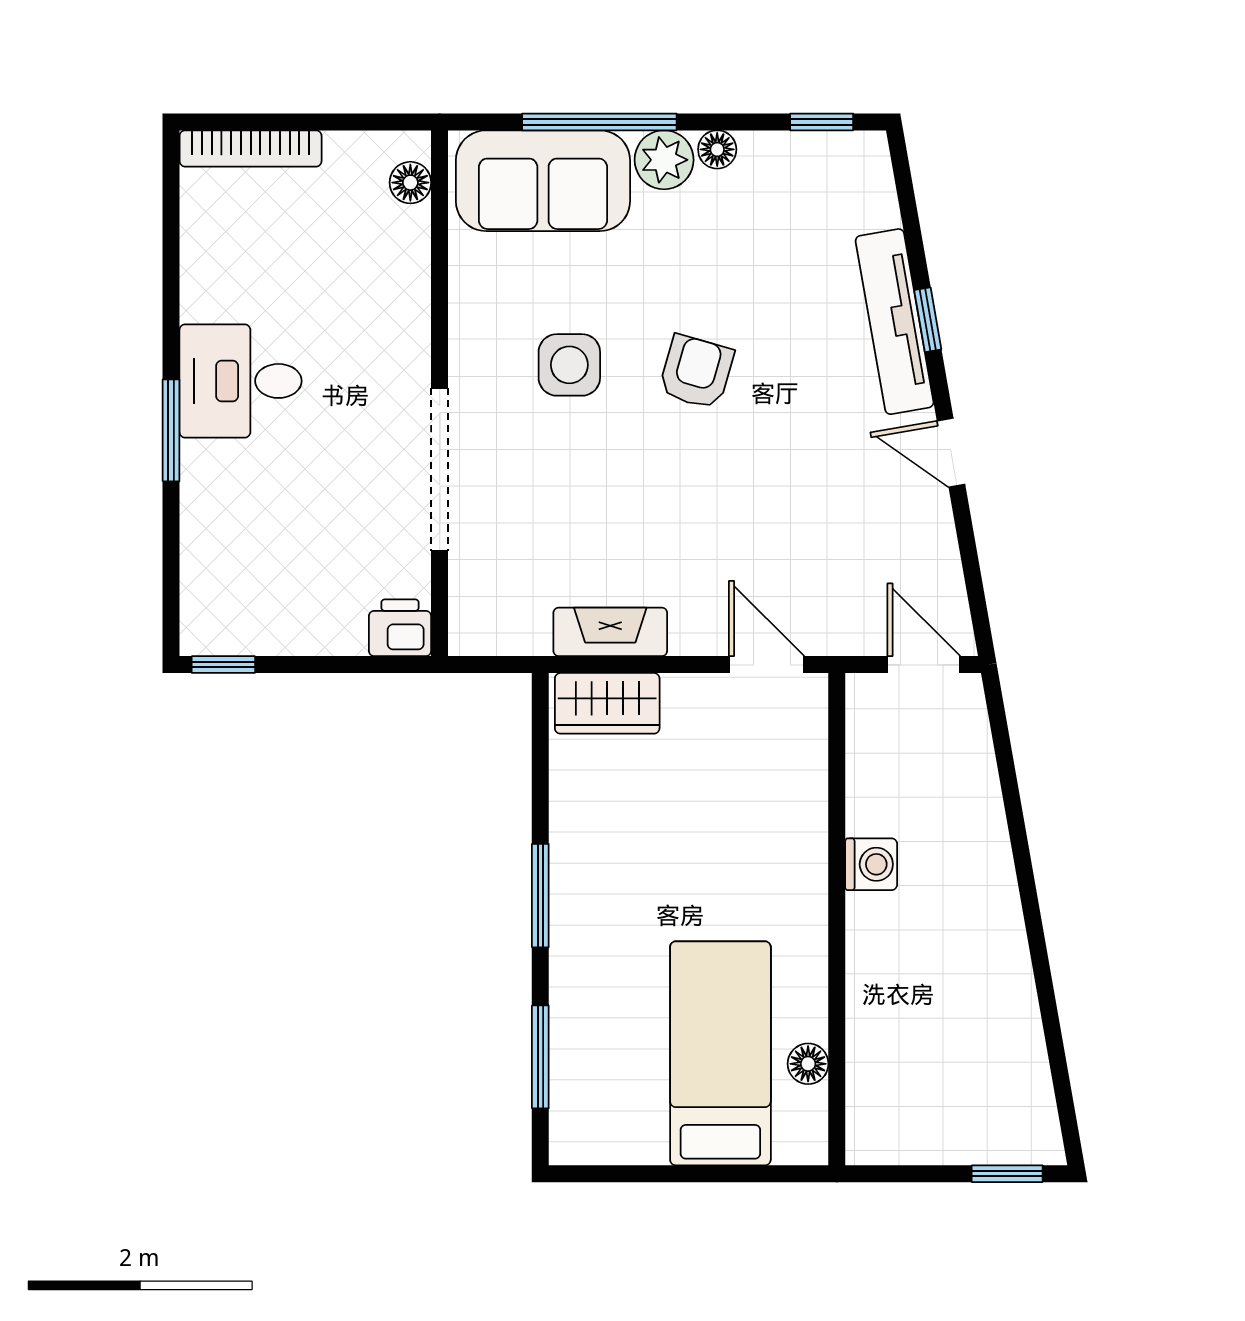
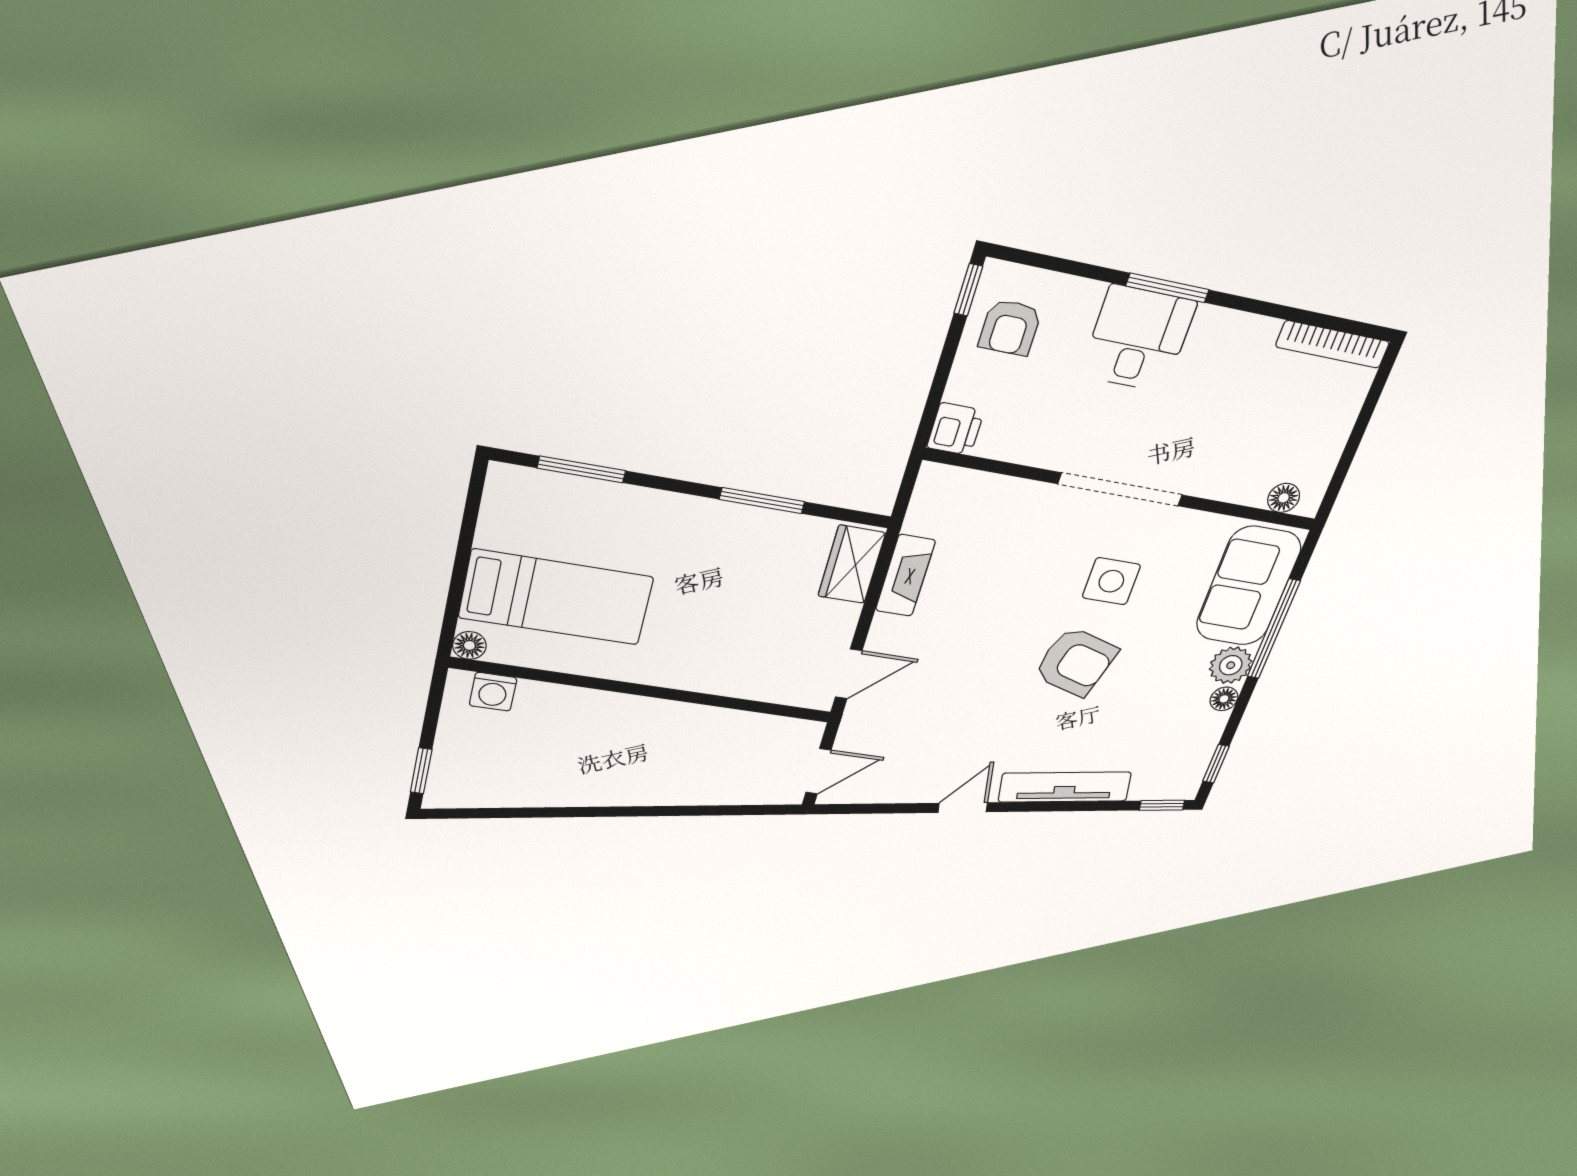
bookcase: (251, 148) -> (1333, 344), moved, turned -90
window: (928, 320) -> (1162, 805), moved
armchair: (696, 372) -> (1076, 662), width x1.38, depth x1.38
desk: (241, 381) -> (1138, 339), moved
doorway: (440, 470) -> (1120, 489), moved
armchair: (259, 602) -> (1010, 328), added
washing machine: (871, 864) -> (493, 692), moved
window: (540, 896) -> (762, 501), moved
floor lamp: (808, 1064) -> (469, 645), moved

